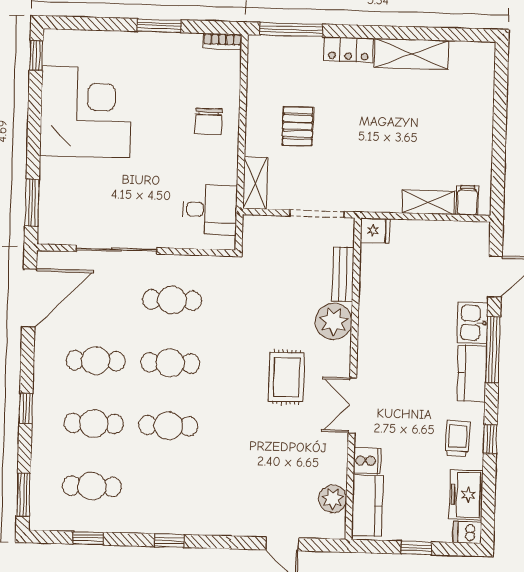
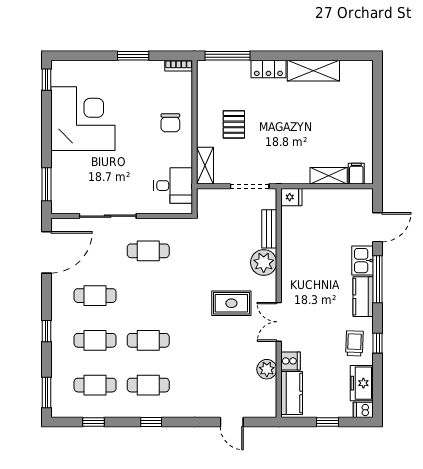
cafe table: (170, 363) -> (148, 385), moved
rug: (287, 377) -> (231, 303), turned 90
plant: (333, 499) -> (267, 369), moved

